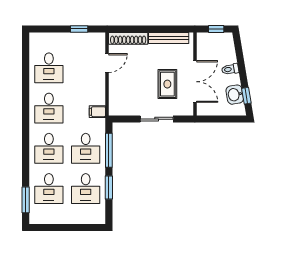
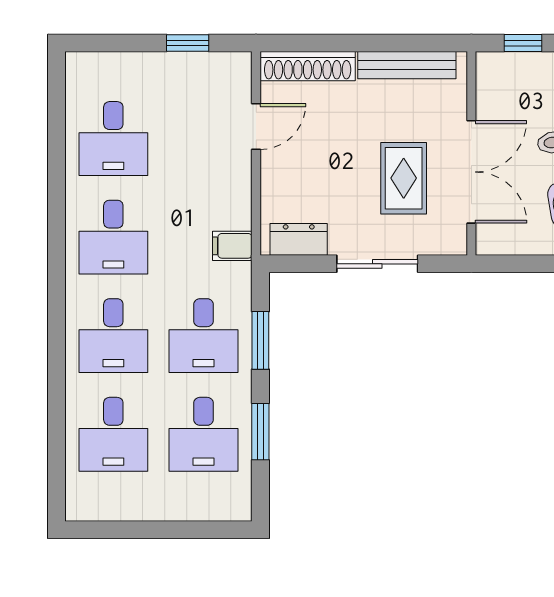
dresser: (125, 109) -> (299, 239), added
window: (109, 150) -> (260, 340), width x0.69
window: (26, 200) -> (56, 462), removed

